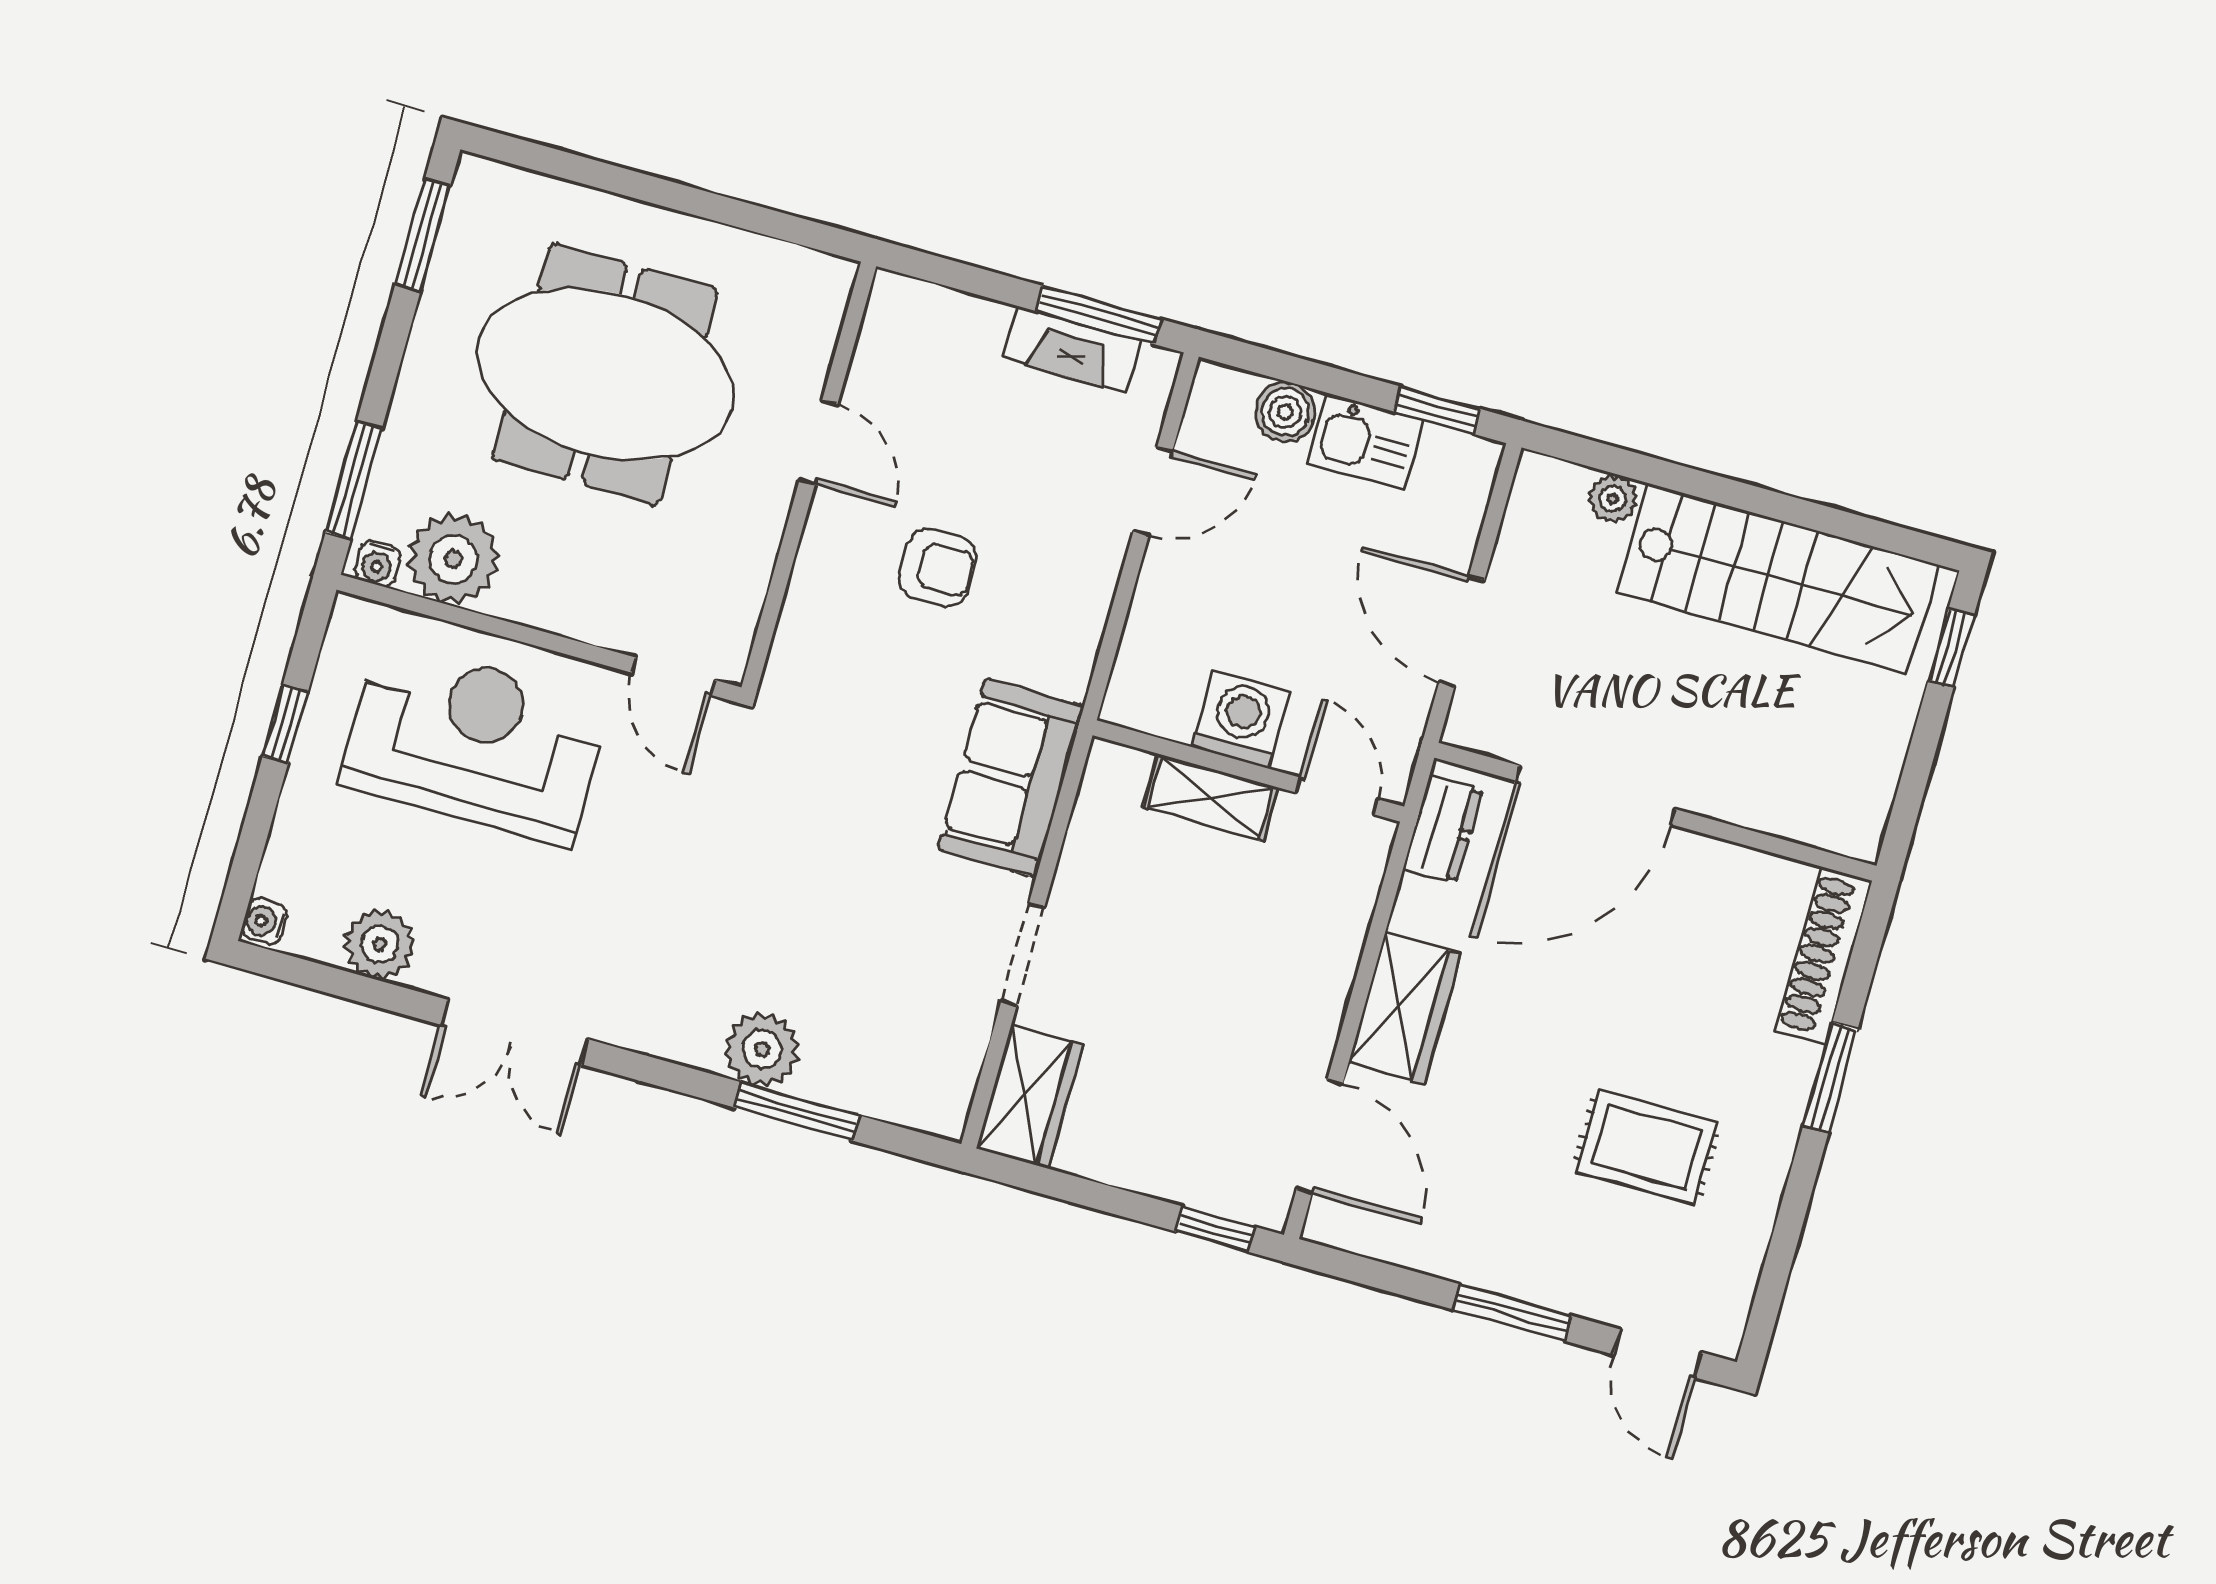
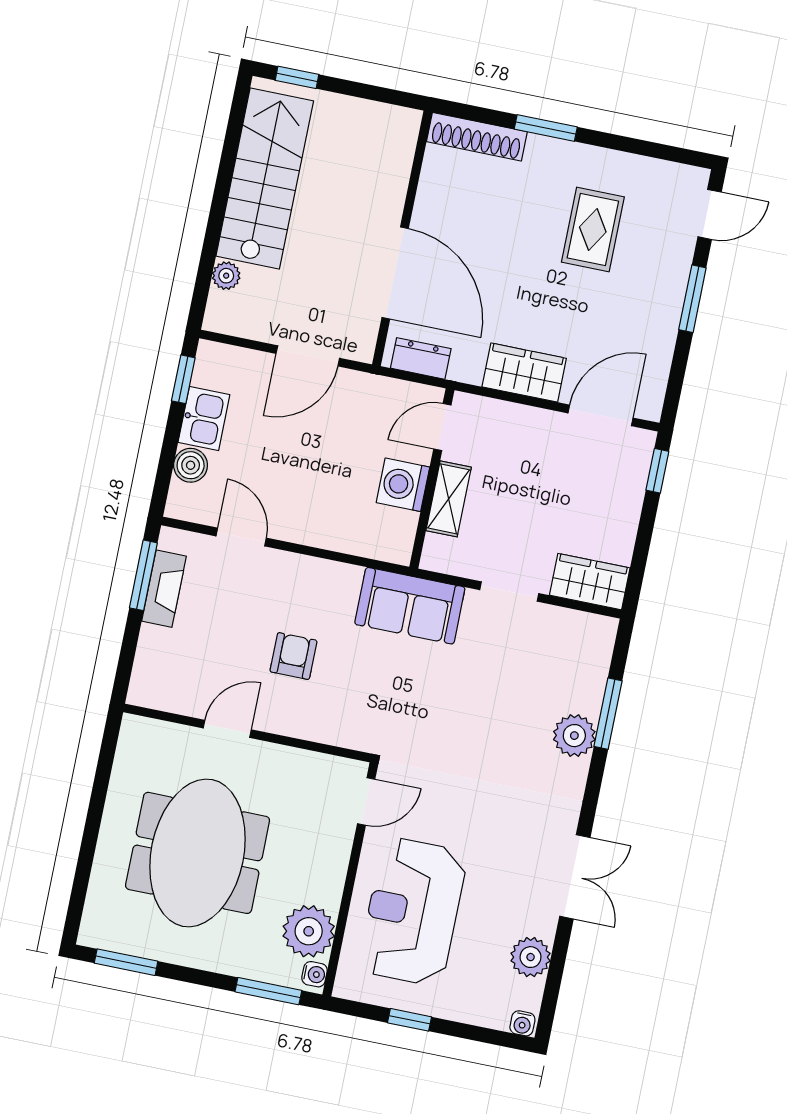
washing machine: (1241, 719) -> (403, 485), moved
wall: (1248, 771) -> (432, 478), moved
door: (1337, 796) -> (442, 427), moved
shelving: (1210, 798) -> (449, 499), moved

